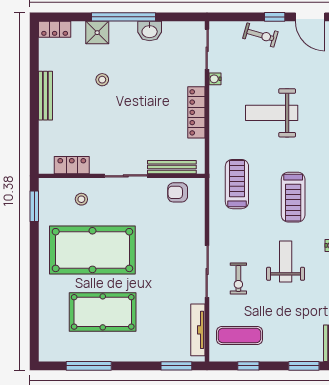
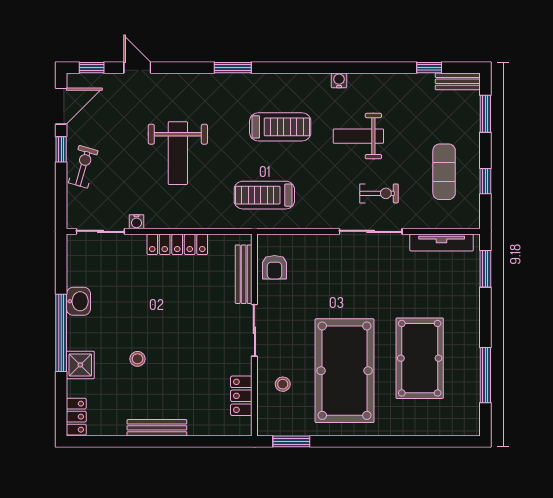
exercise mat: (239, 335) -> (444, 172), moved

